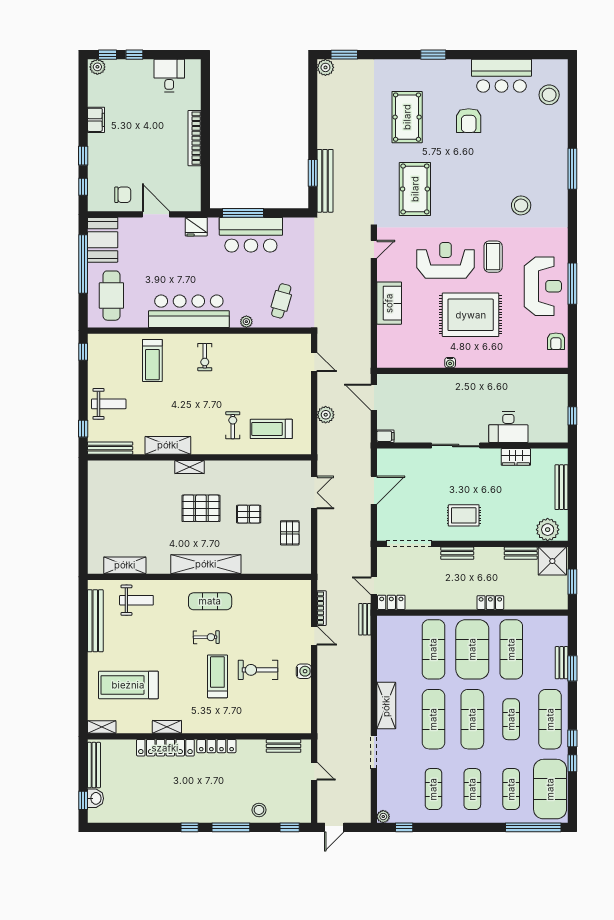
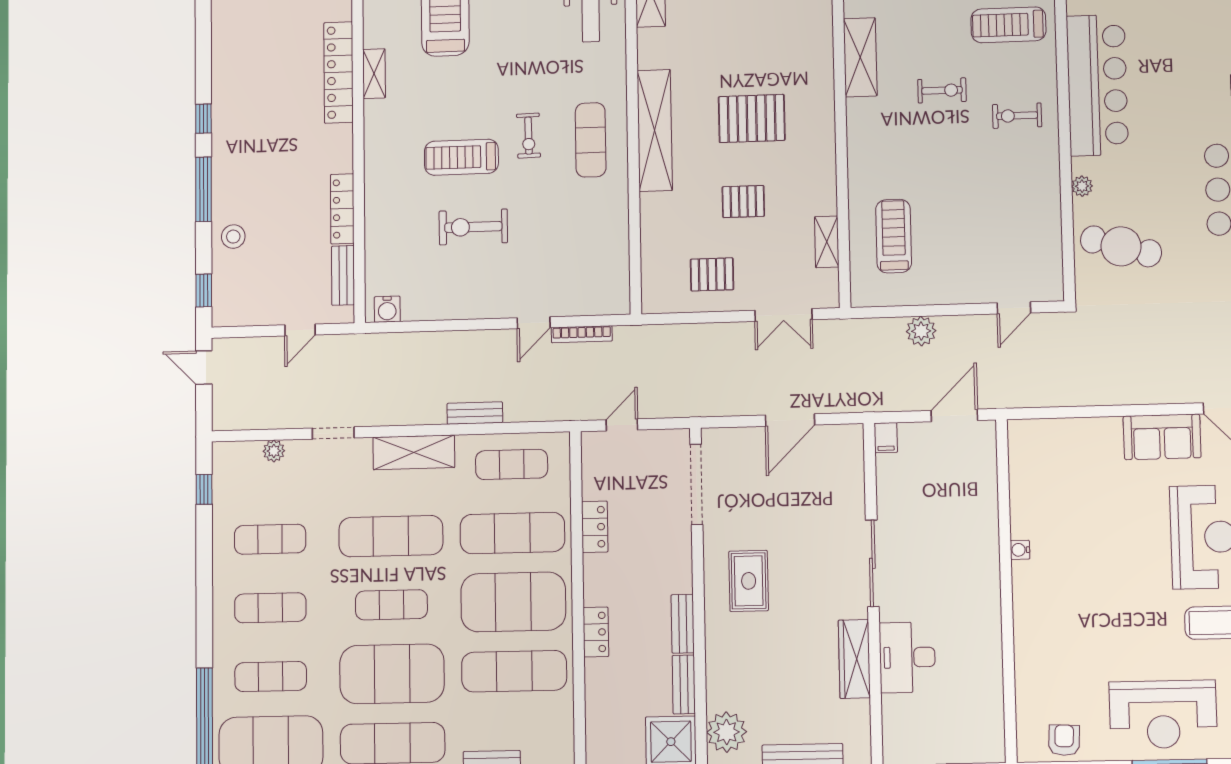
cafe table: (281, 301) -> (1121, 246), width x1.37, depth x1.35
sofa: (389, 303) -> (1162, 437), moved
rug: (471, 315) -> (1107, 585), removed
armchair: (556, 341) -> (1064, 740), turned 93
exercise bike: (233, 425) -> (942, 90), moved
wardrobe: (516, 457) -> (854, 659), width x1.50
shelving: (190, 467) -> (827, 242), moved
door: (374, 490) -> (790, 420), hinge flipped
pallet: (201, 508) -> (752, 118), turned 90
pallet: (249, 514) -> (743, 202), turned 90
bench: (457, 553) -> (683, 624), moved
locker: (391, 602) -> (595, 527), moved
bench: (365, 619) -> (475, 413), moved
exercise mat: (395, 649) -> (512, 464), added
exercise bike: (258, 670) -> (473, 227), turned -90
water cooler: (304, 671) -> (387, 309), moved
treadmill: (217, 676) -> (461, 157), turned 180
exercise mat: (472, 719) -> (391, 605), width x0.73, depth x0.69
exercise mat: (511, 719) -> (392, 674), width x2.00, depth x1.45
locker: (216, 746) -> (342, 209), moved
doorway: (374, 752) -> (333, 433), width x0.73
plant: (383, 817) -> (274, 451), moved

